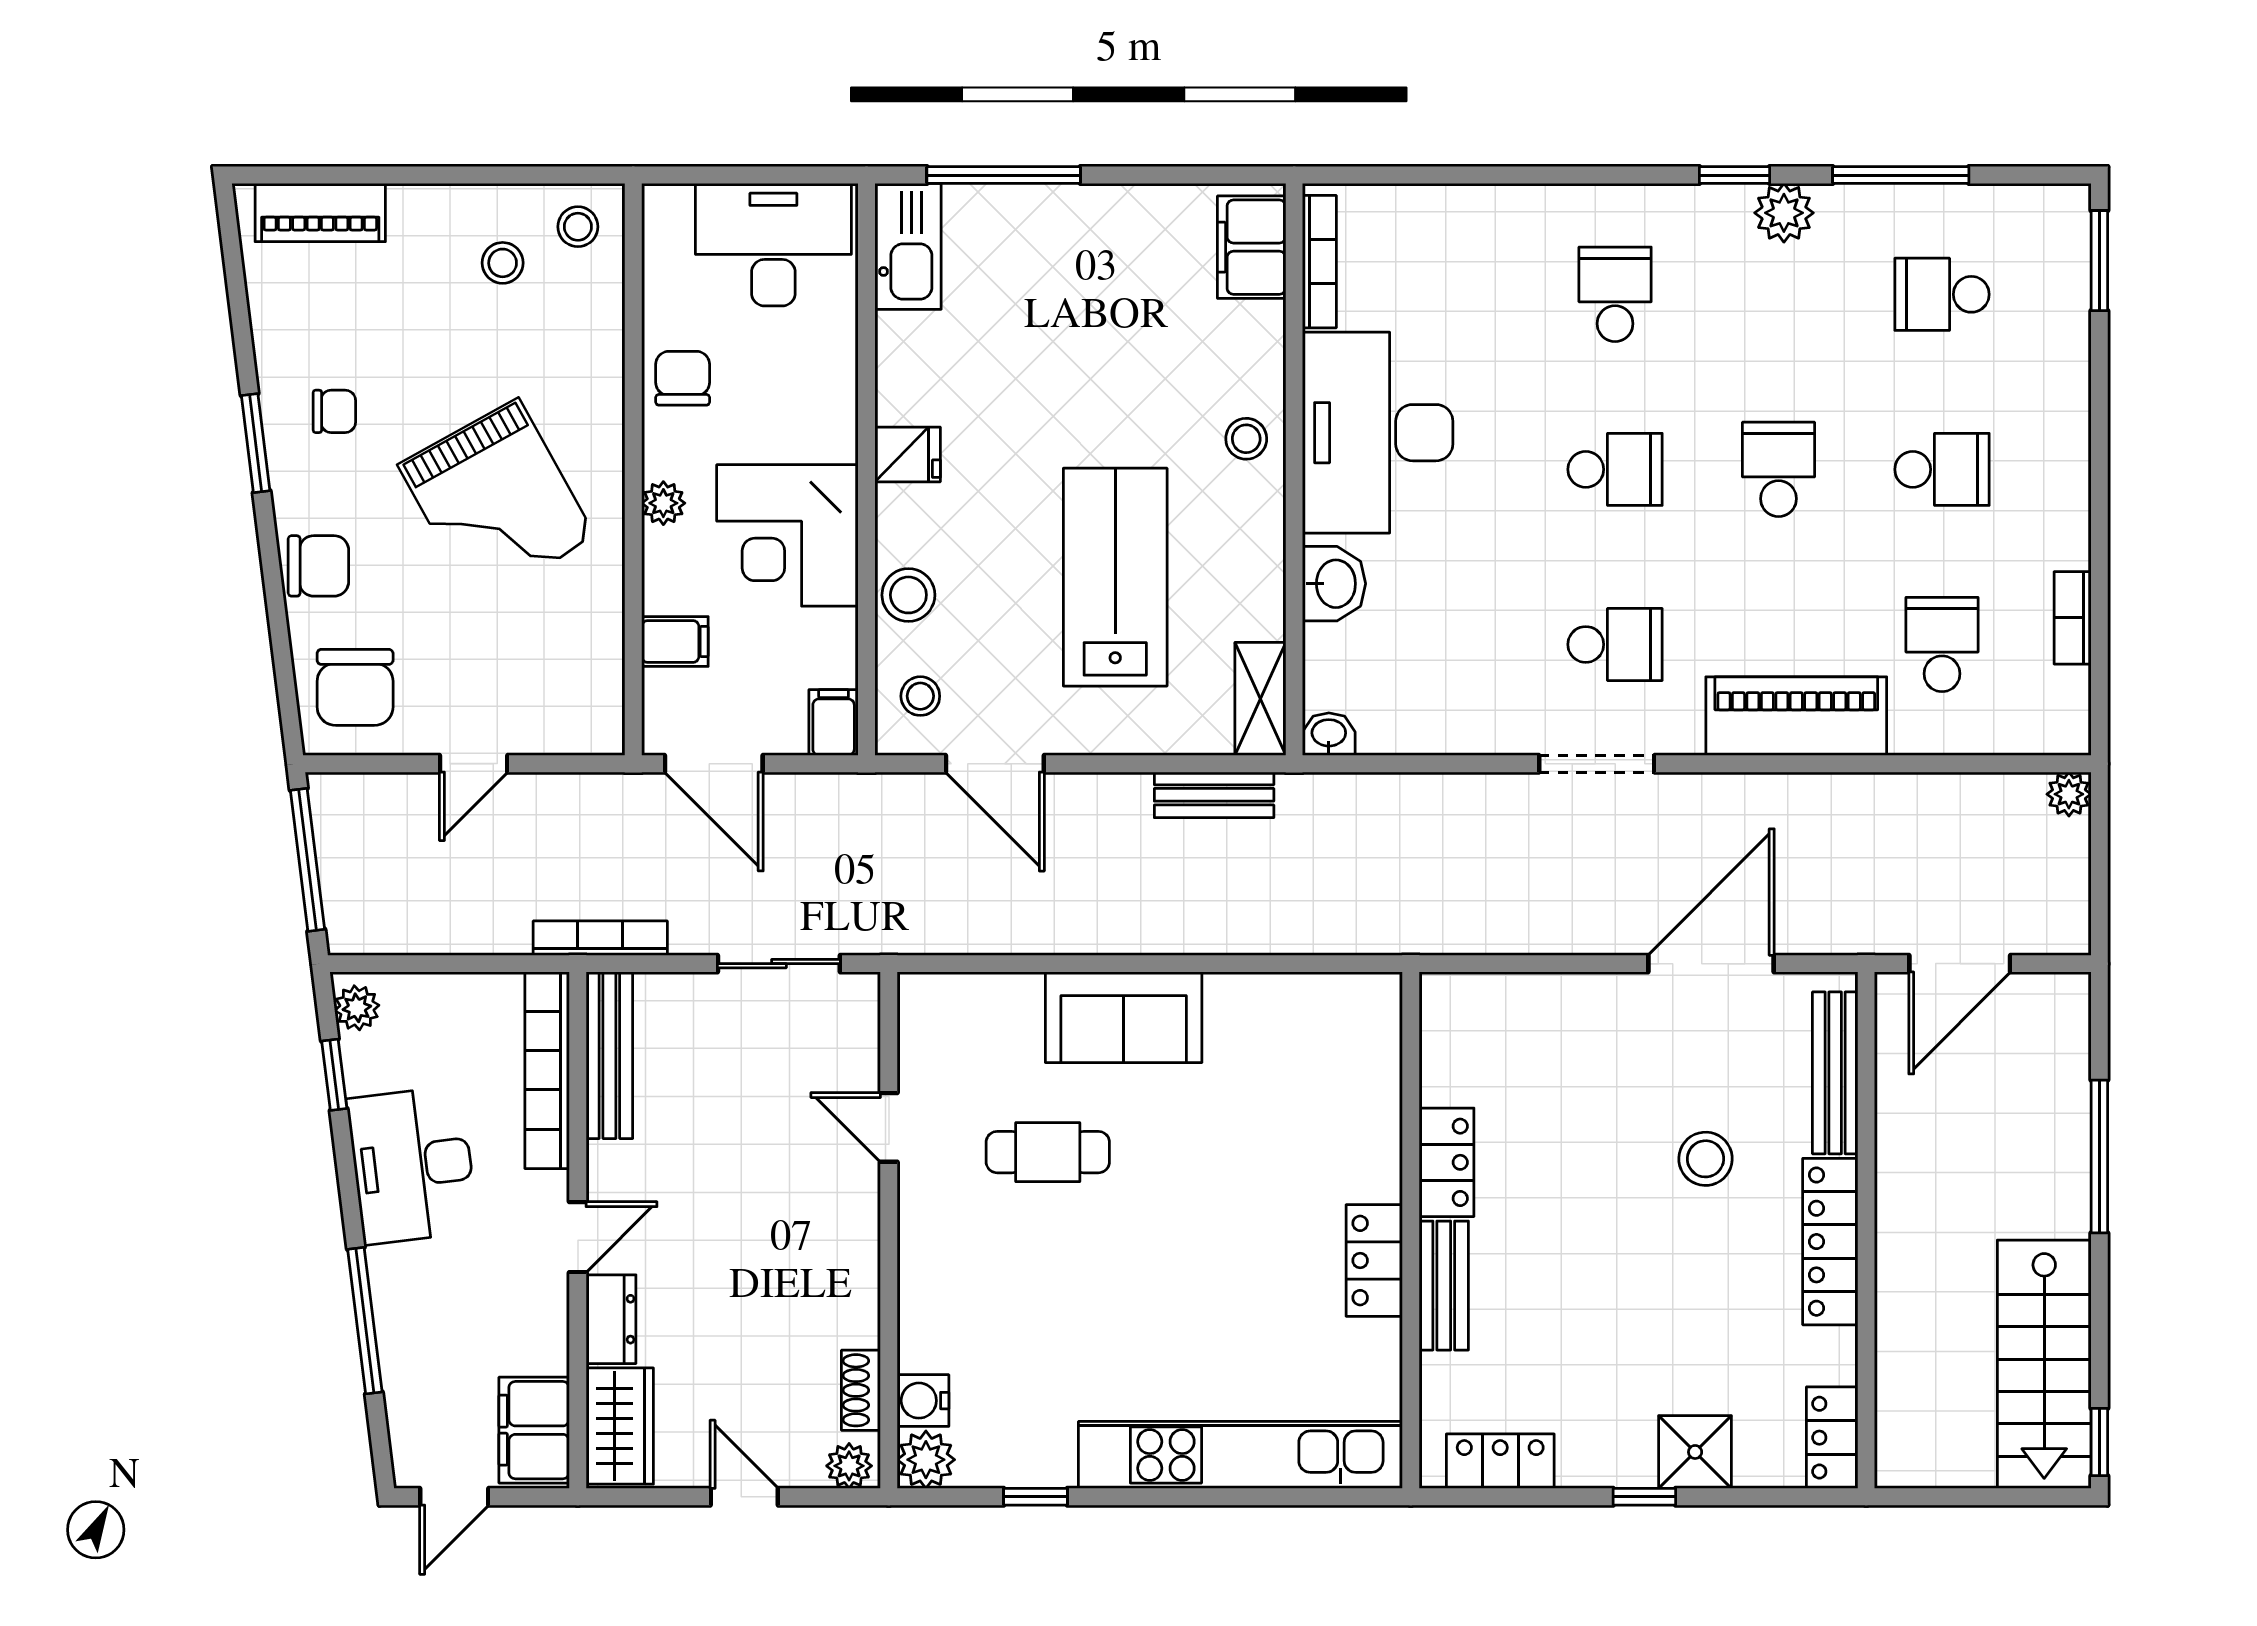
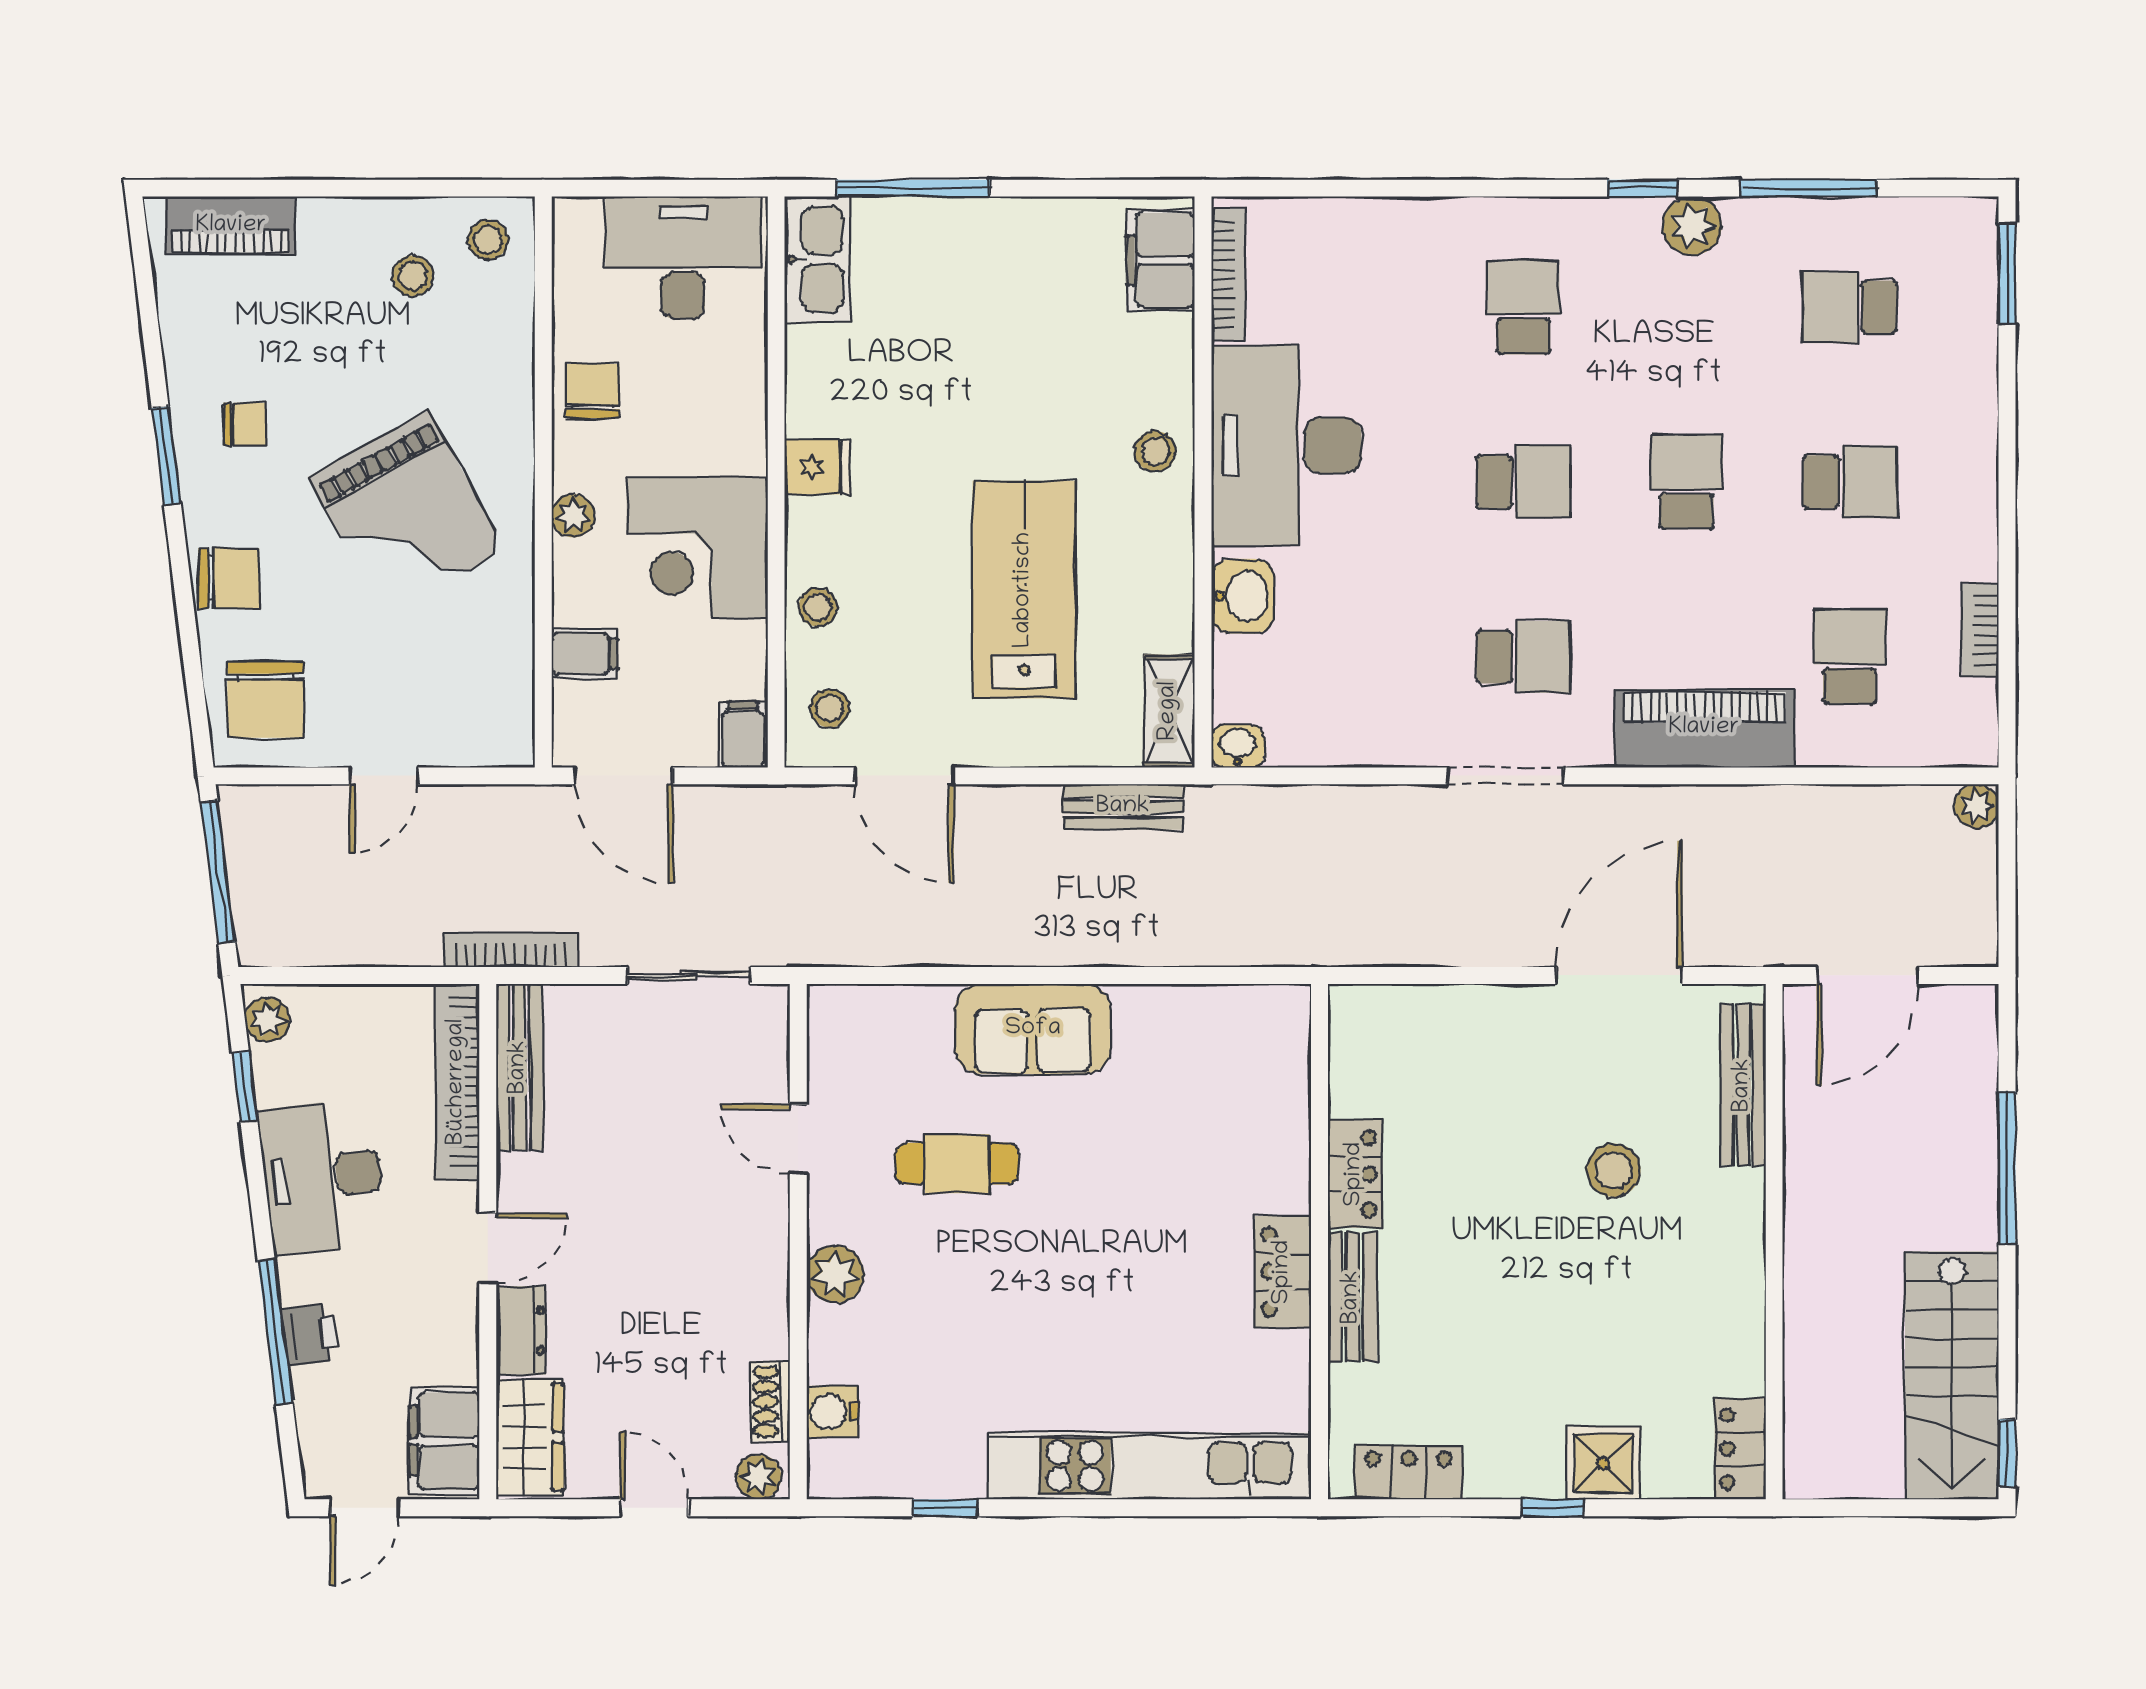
stool: (908, 595) -> (818, 607), width x0.73, depth x0.73
locker: (1830, 1242) -> (1738, 1253), removed
printer: (400, 1324) -> (310, 1335), added
plant: (926, 1460) -> (835, 1274), moved

